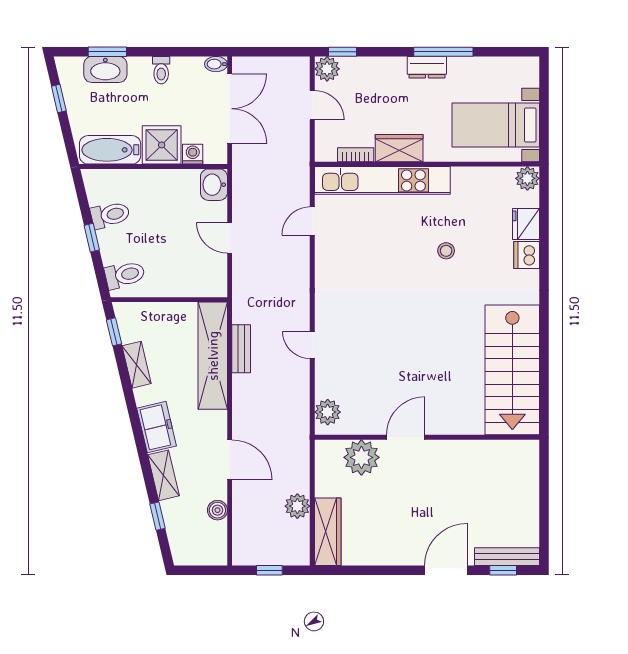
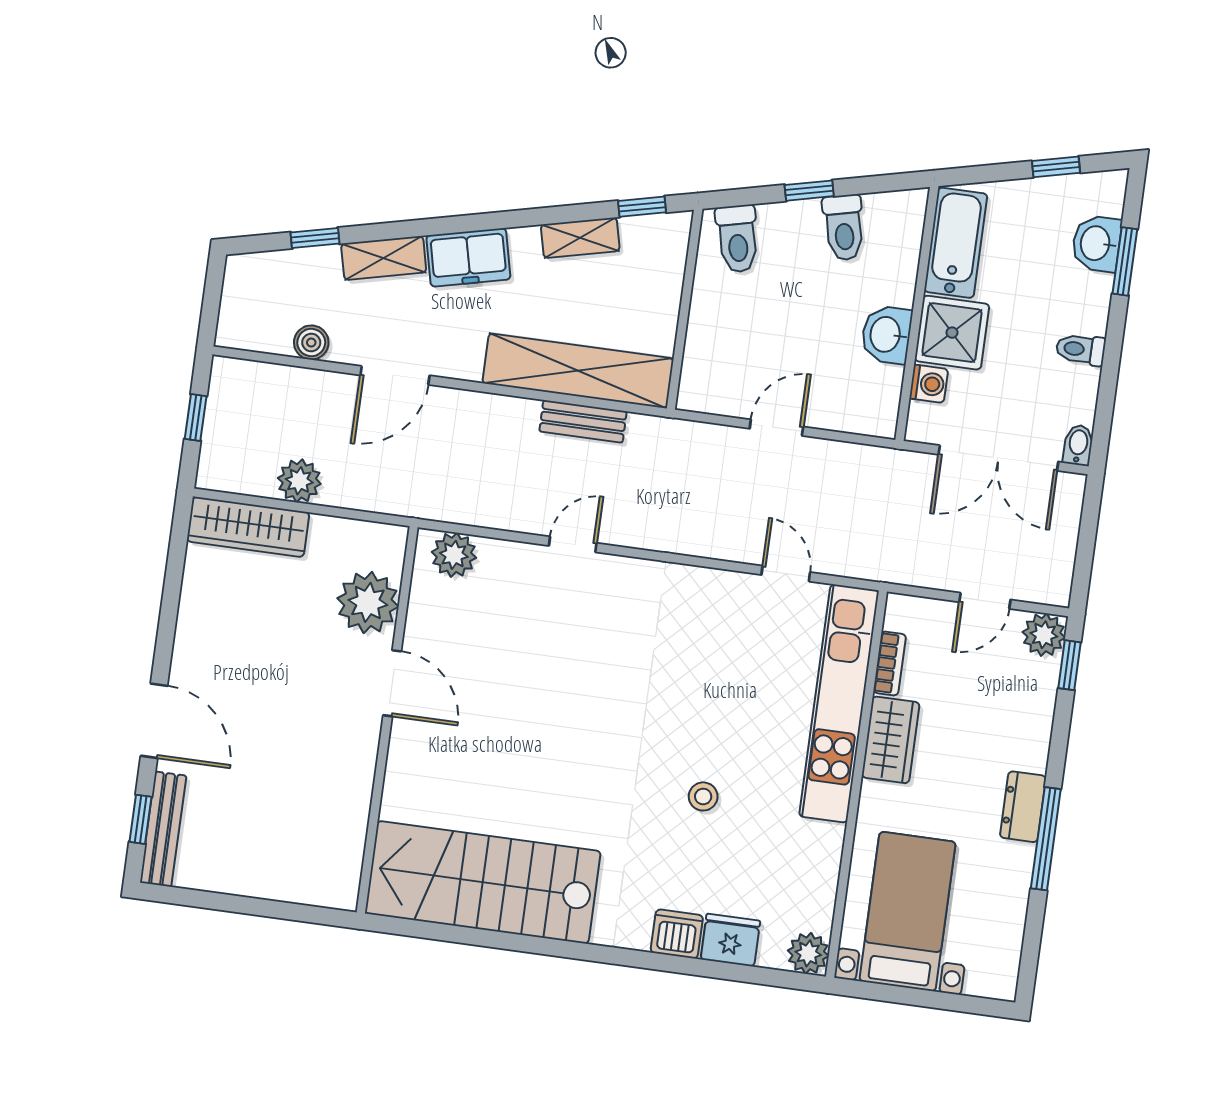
washbasin: (105, 69) -> (1096, 243), width x0.72
washbasin: (214, 185) -> (886, 335), moved, turned -90

